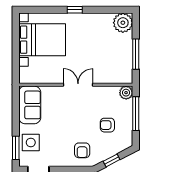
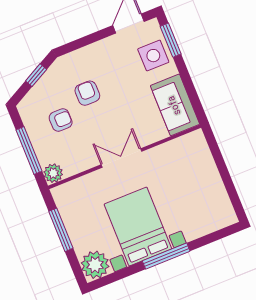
window: (75, 10) -> (166, 256), width x2.17
bed with nightstands: (42, 40) -> (138, 227), moved, turned 90
double door: (78, 85) -> (121, 158), swing flipped
armchair: (82, 150) -> (87, 93), moved

